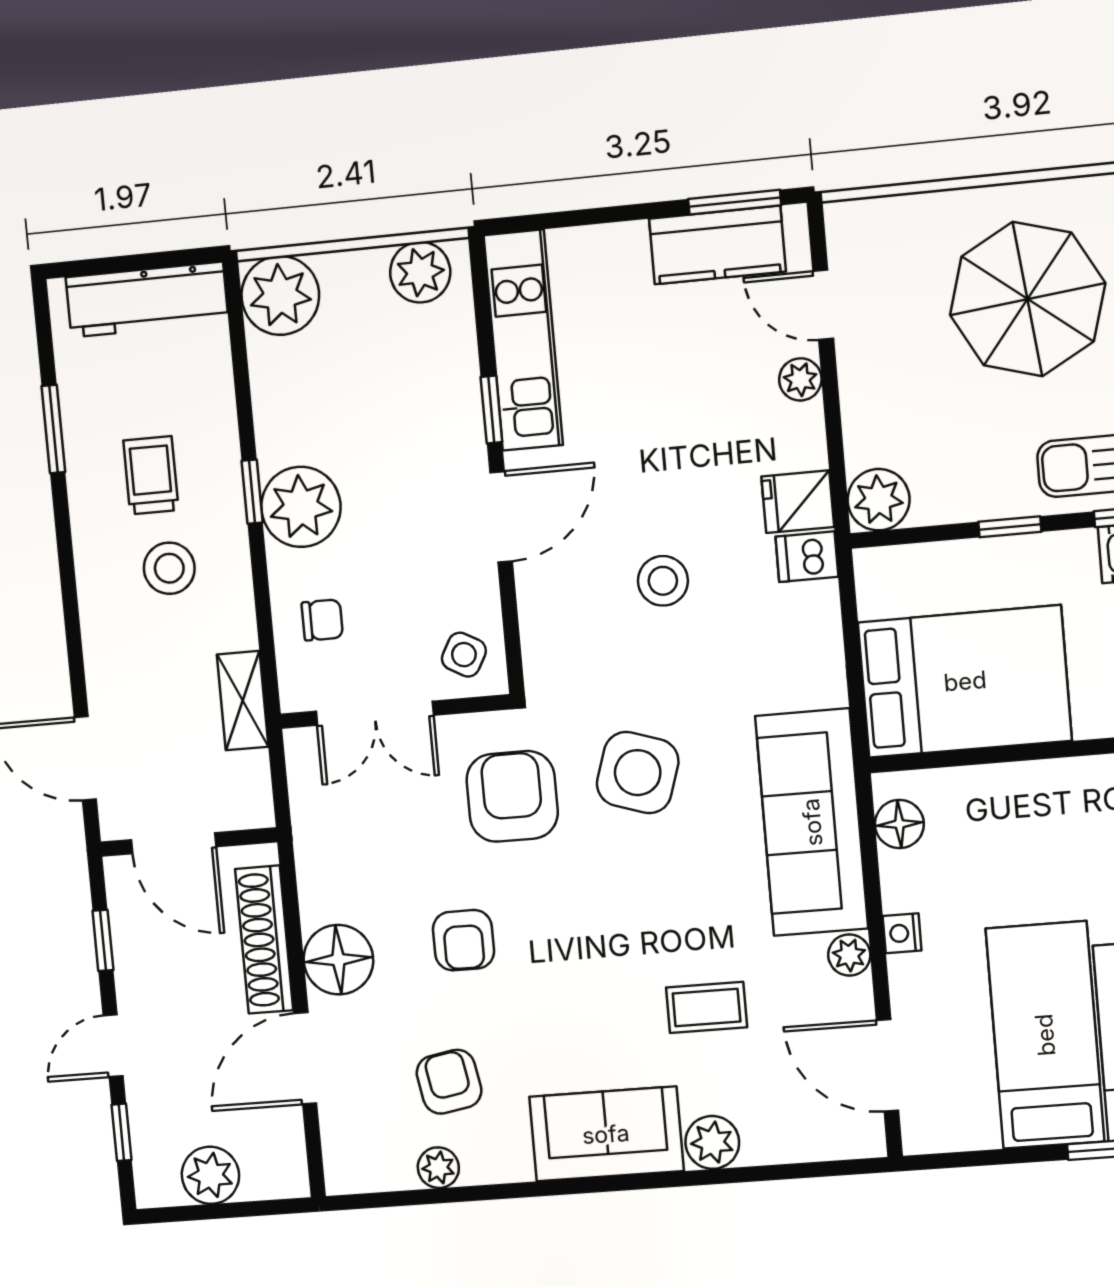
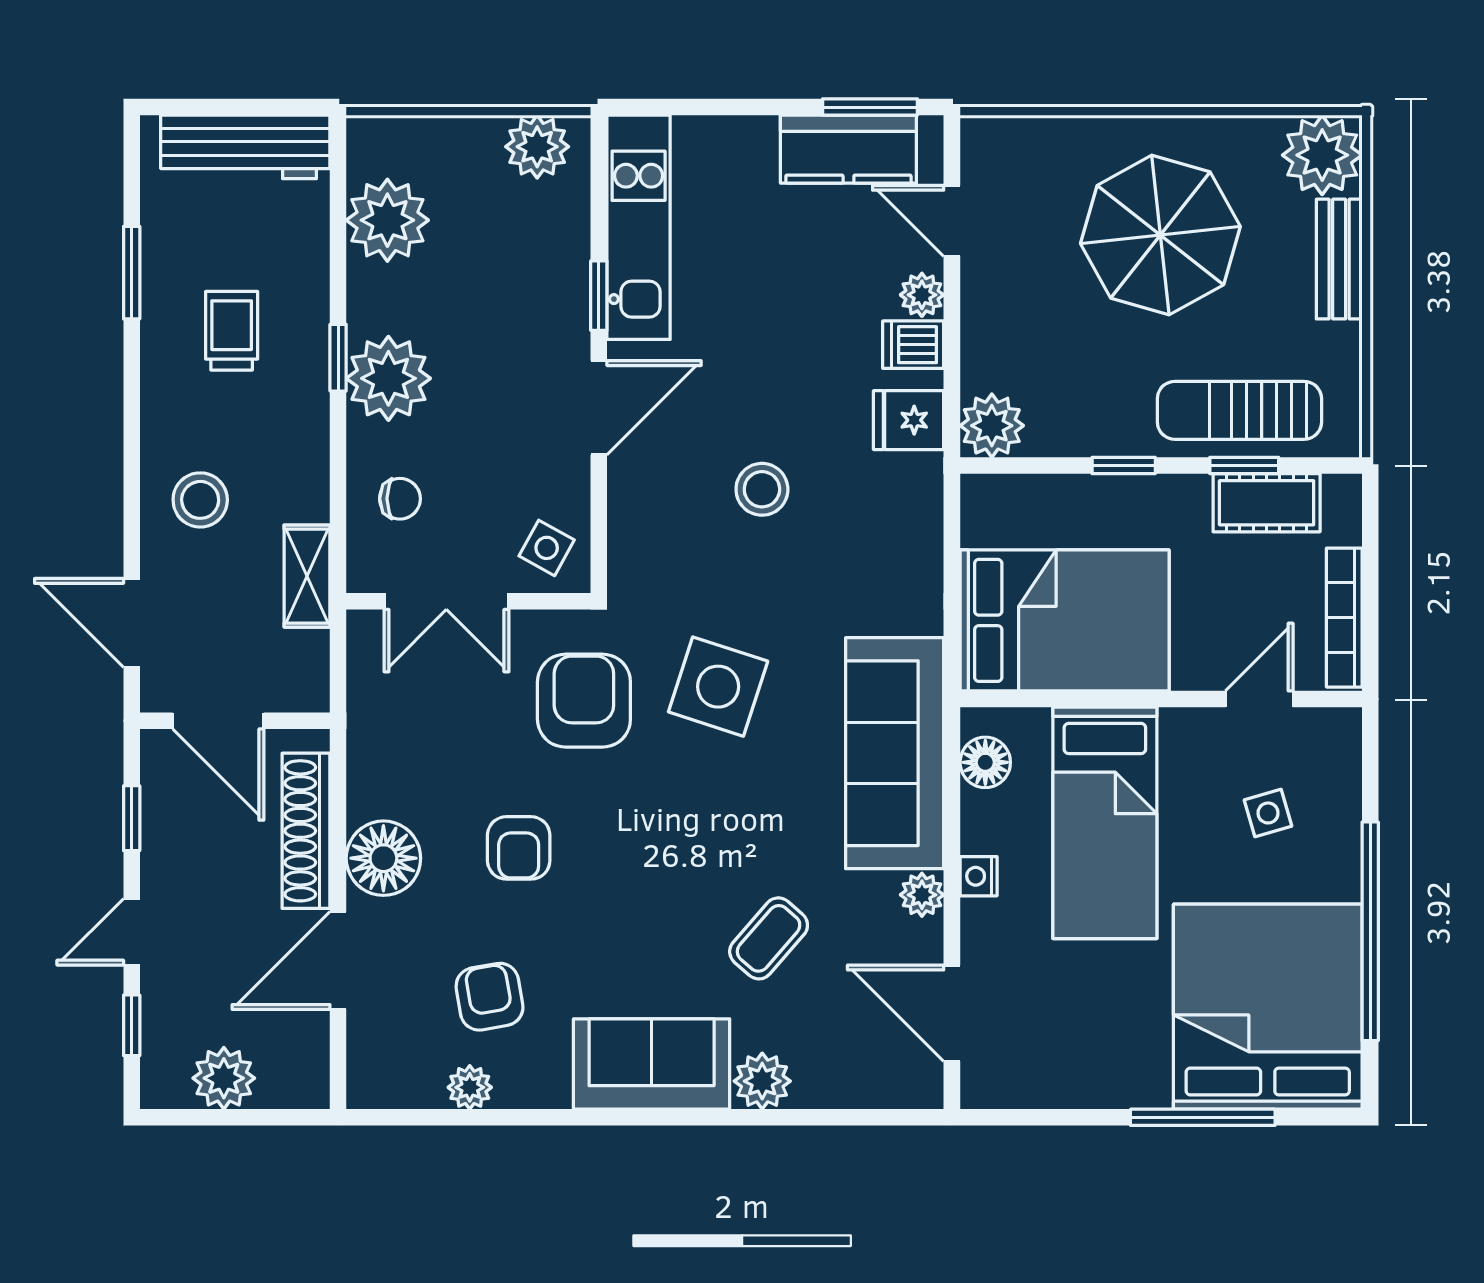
plant: (280, 295) -> (387, 220), moved
dishwasher: (807, 557) -> (913, 345), moved
stool: (169, 568) -> (200, 500), moved
coffee table: (707, 1007) -> (769, 938), turned -49
bed: (1045, 1035) -> (1105, 823), moved, turned 180

